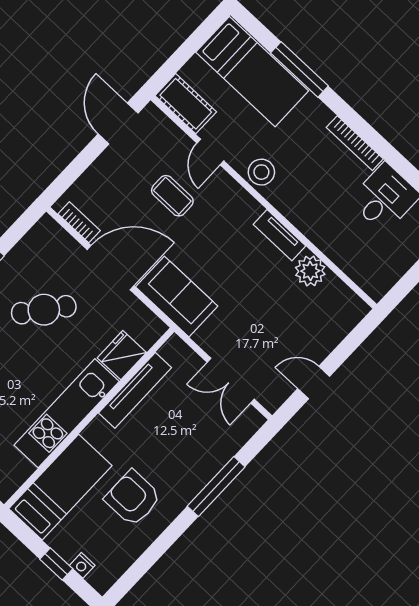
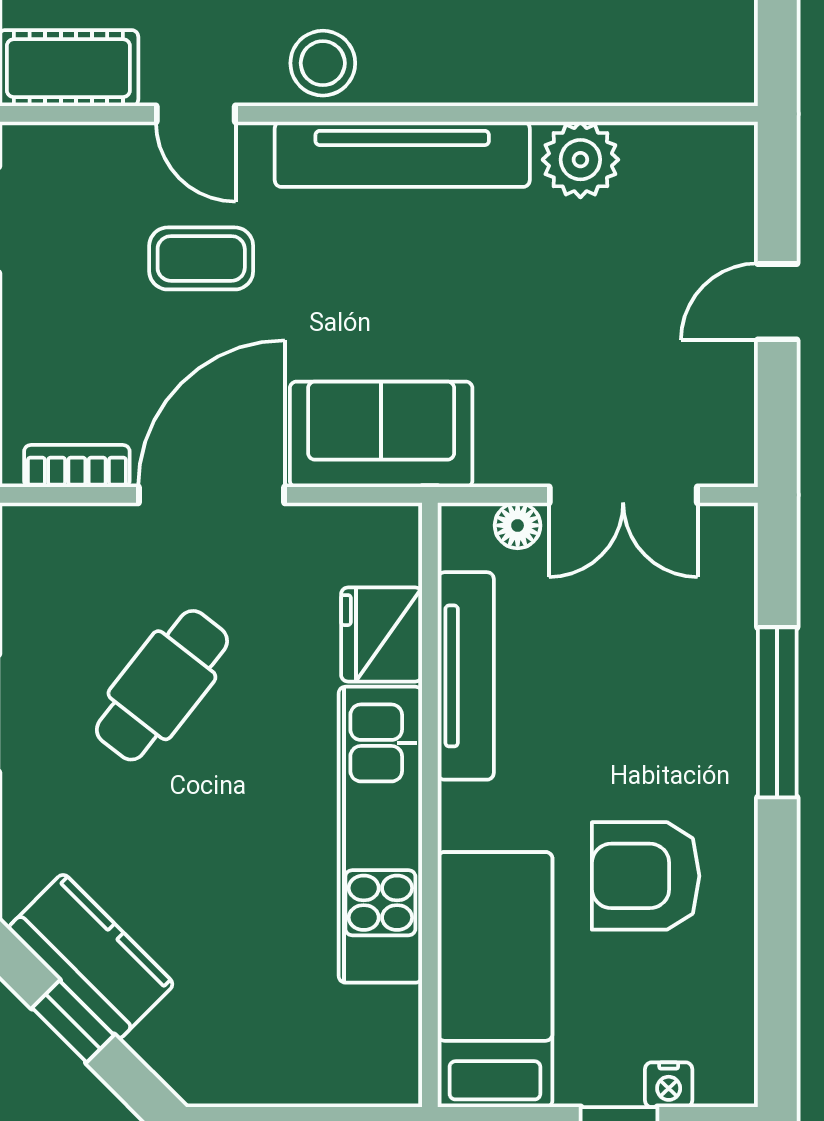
tv unit: (279, 235) -> (402, 154), width x1.92, depth x1.29
floor lamp: (192, 361) -> (518, 525), added
door: (314, 383) -> (777, 302), moved

